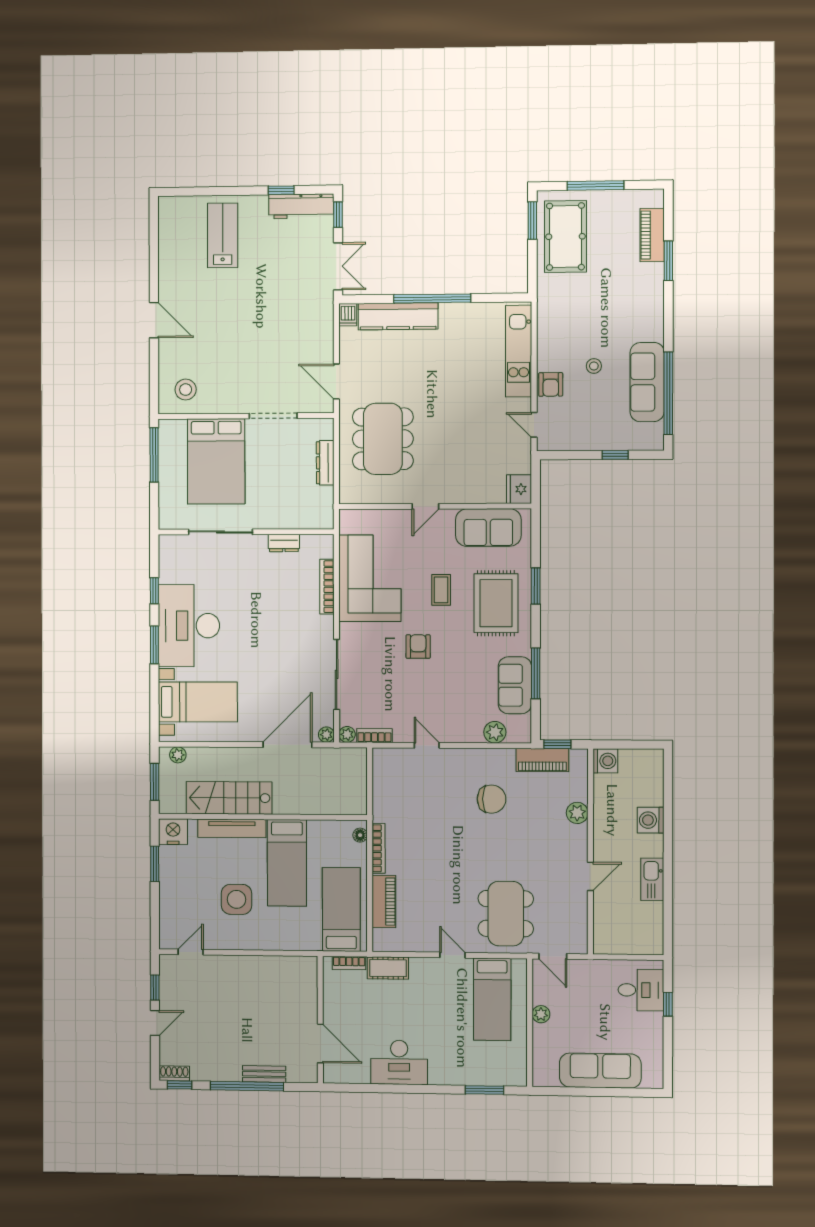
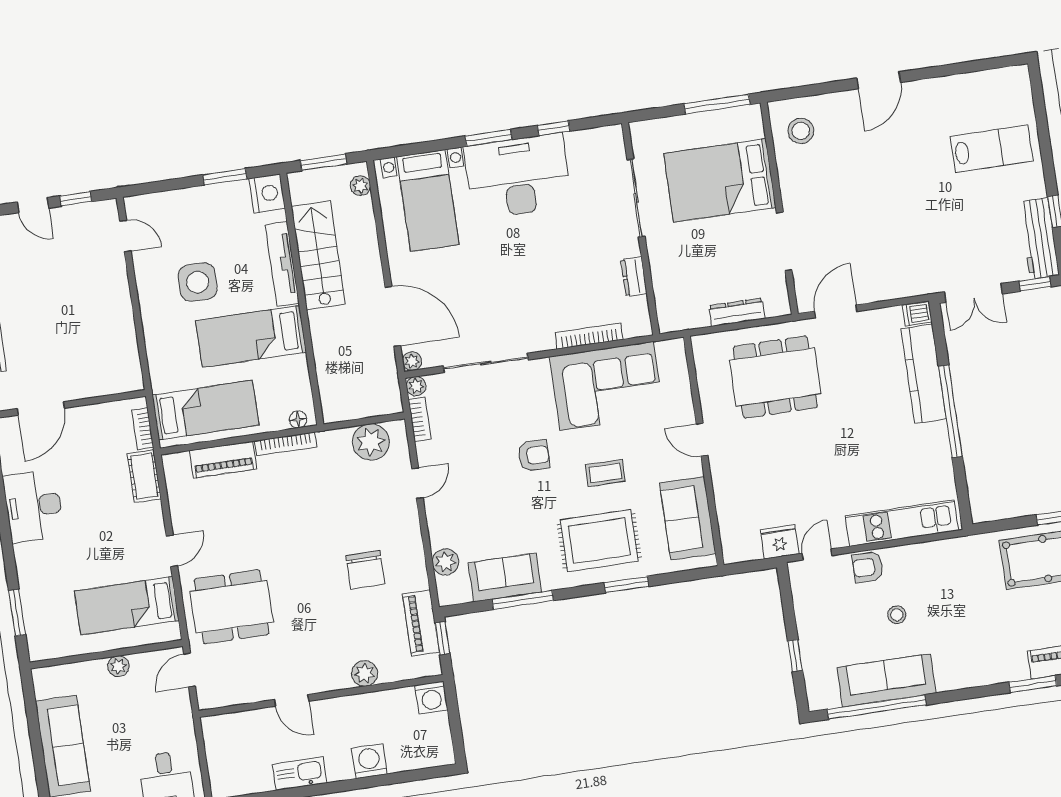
fridge: (519, 489) -> (780, 542), moved
plant: (387, 778) -> (371, 442), added

